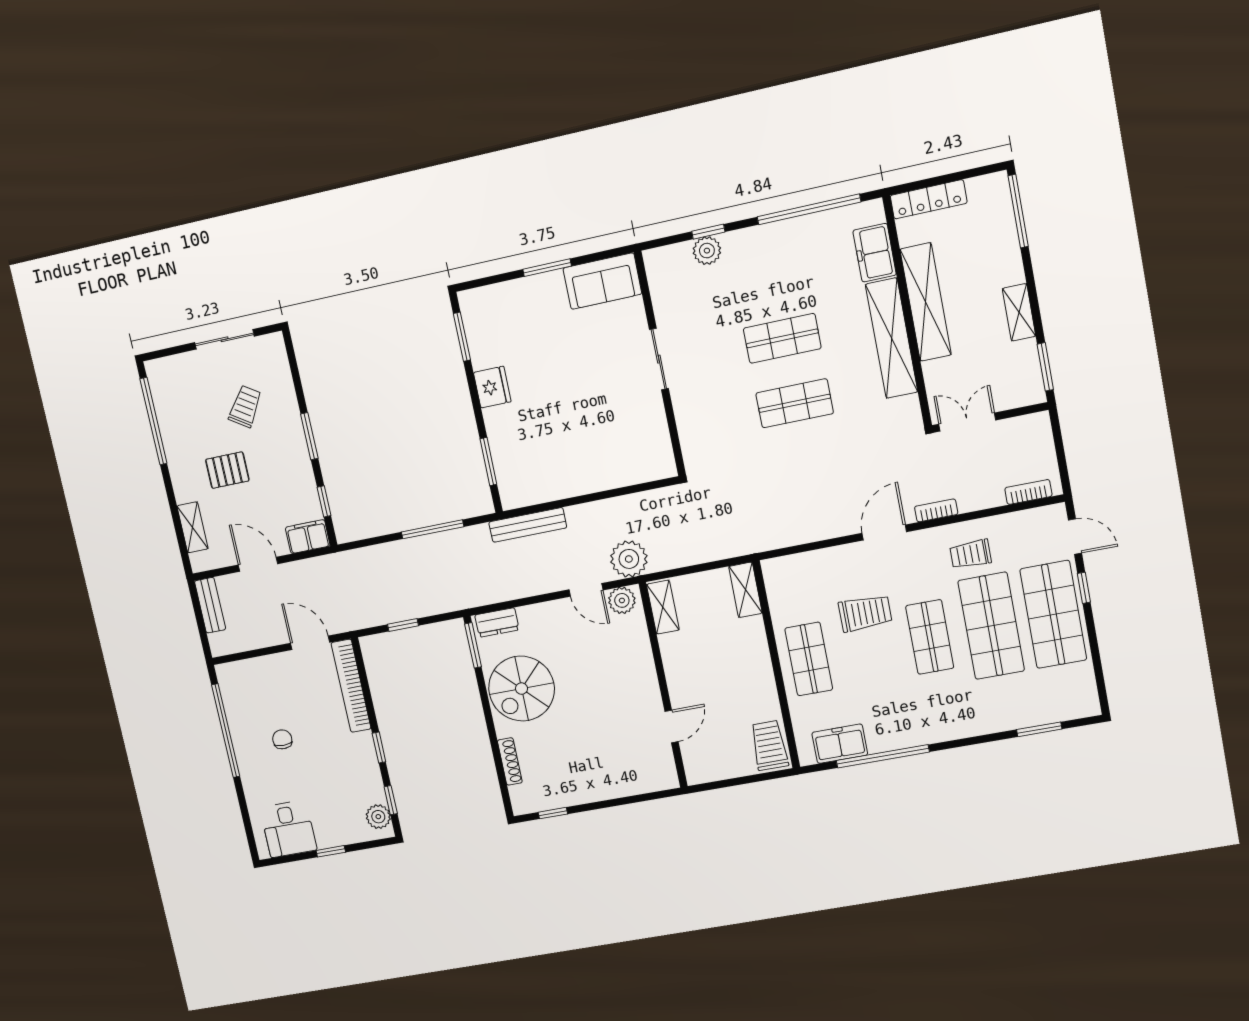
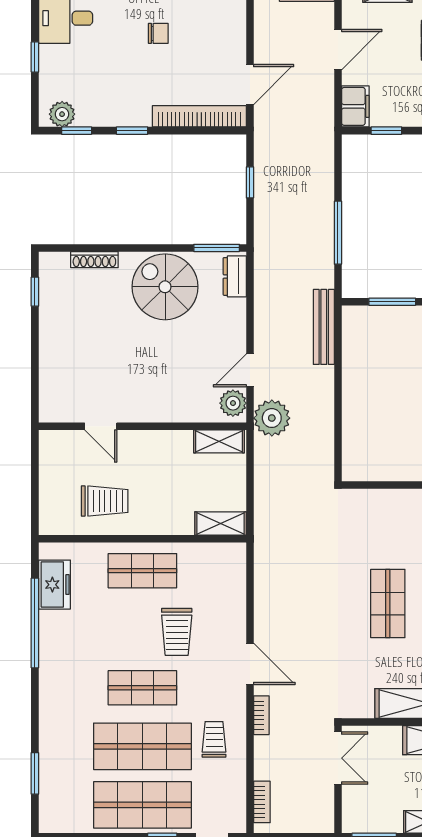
trolley: (769, 745) -> (105, 501), moved

